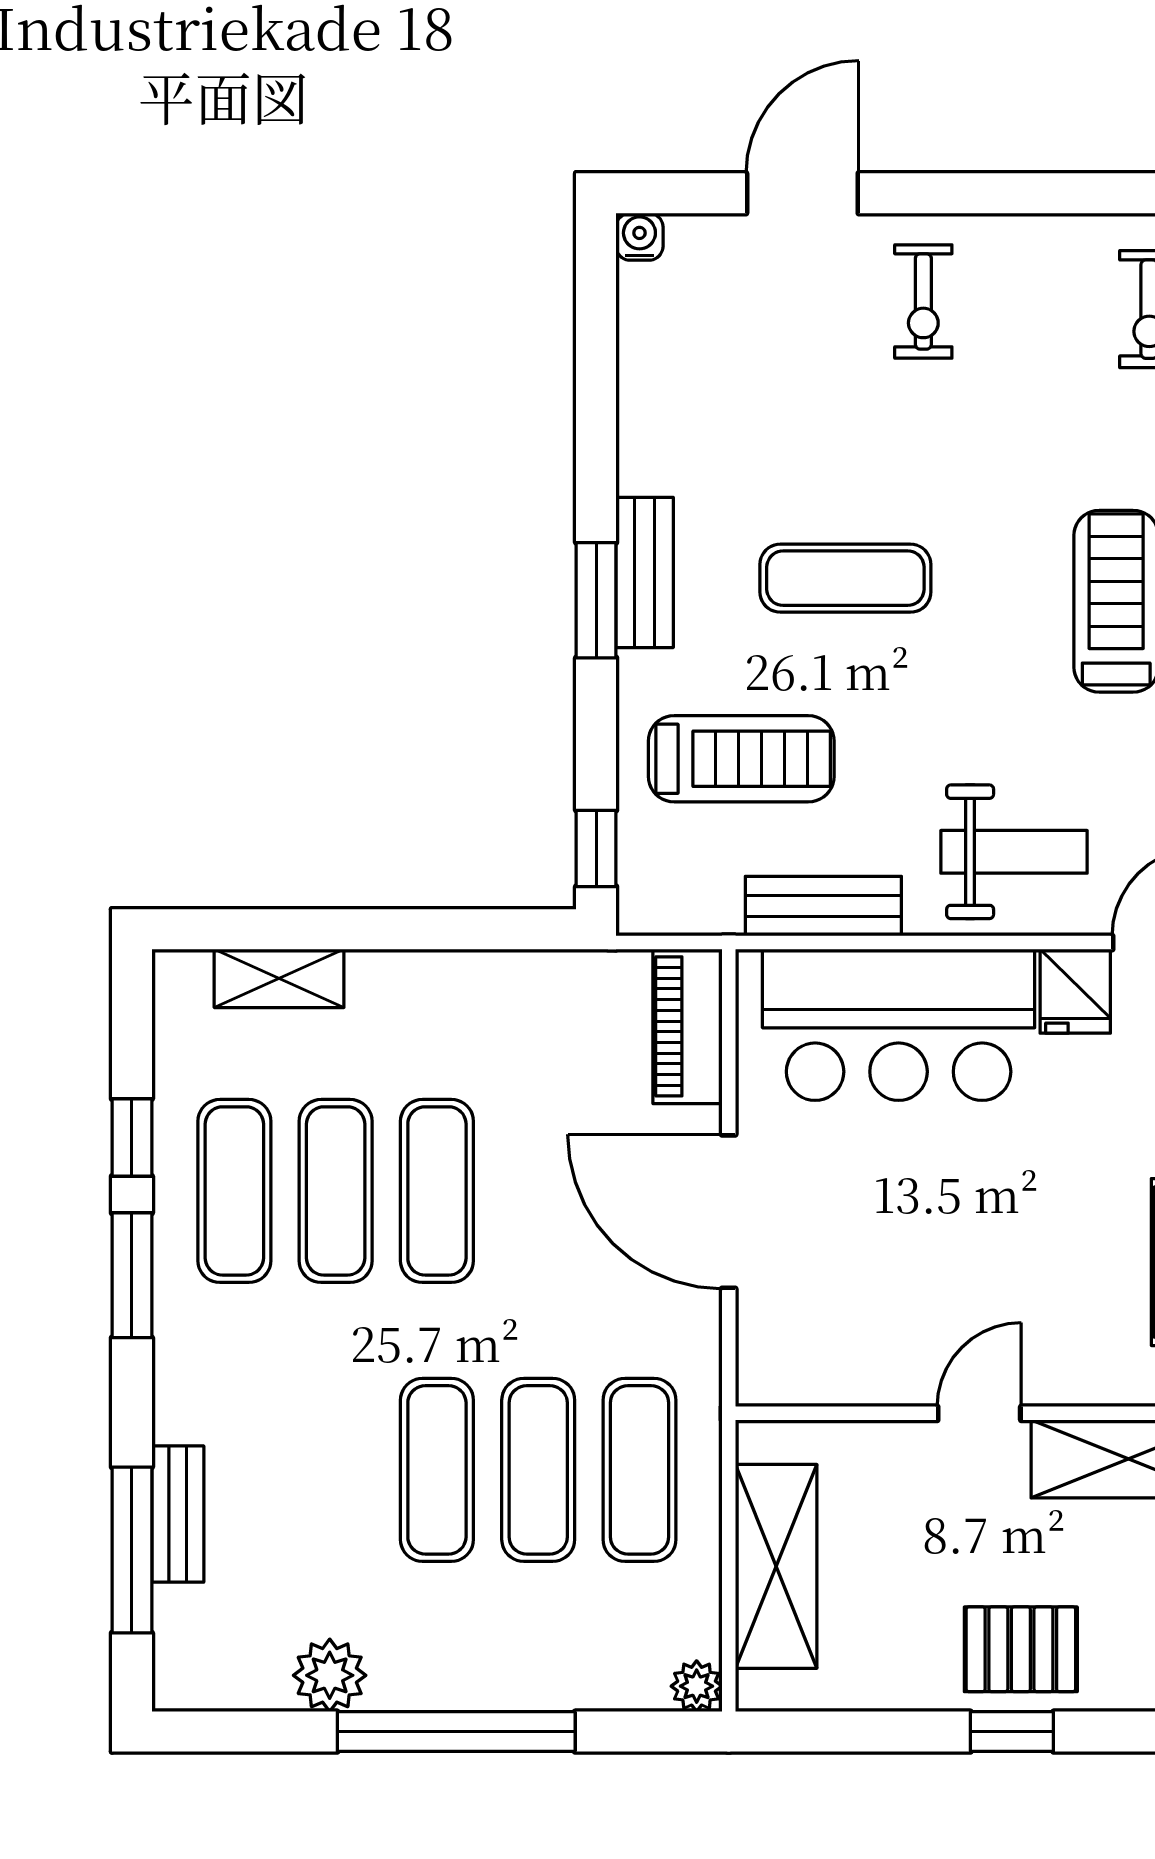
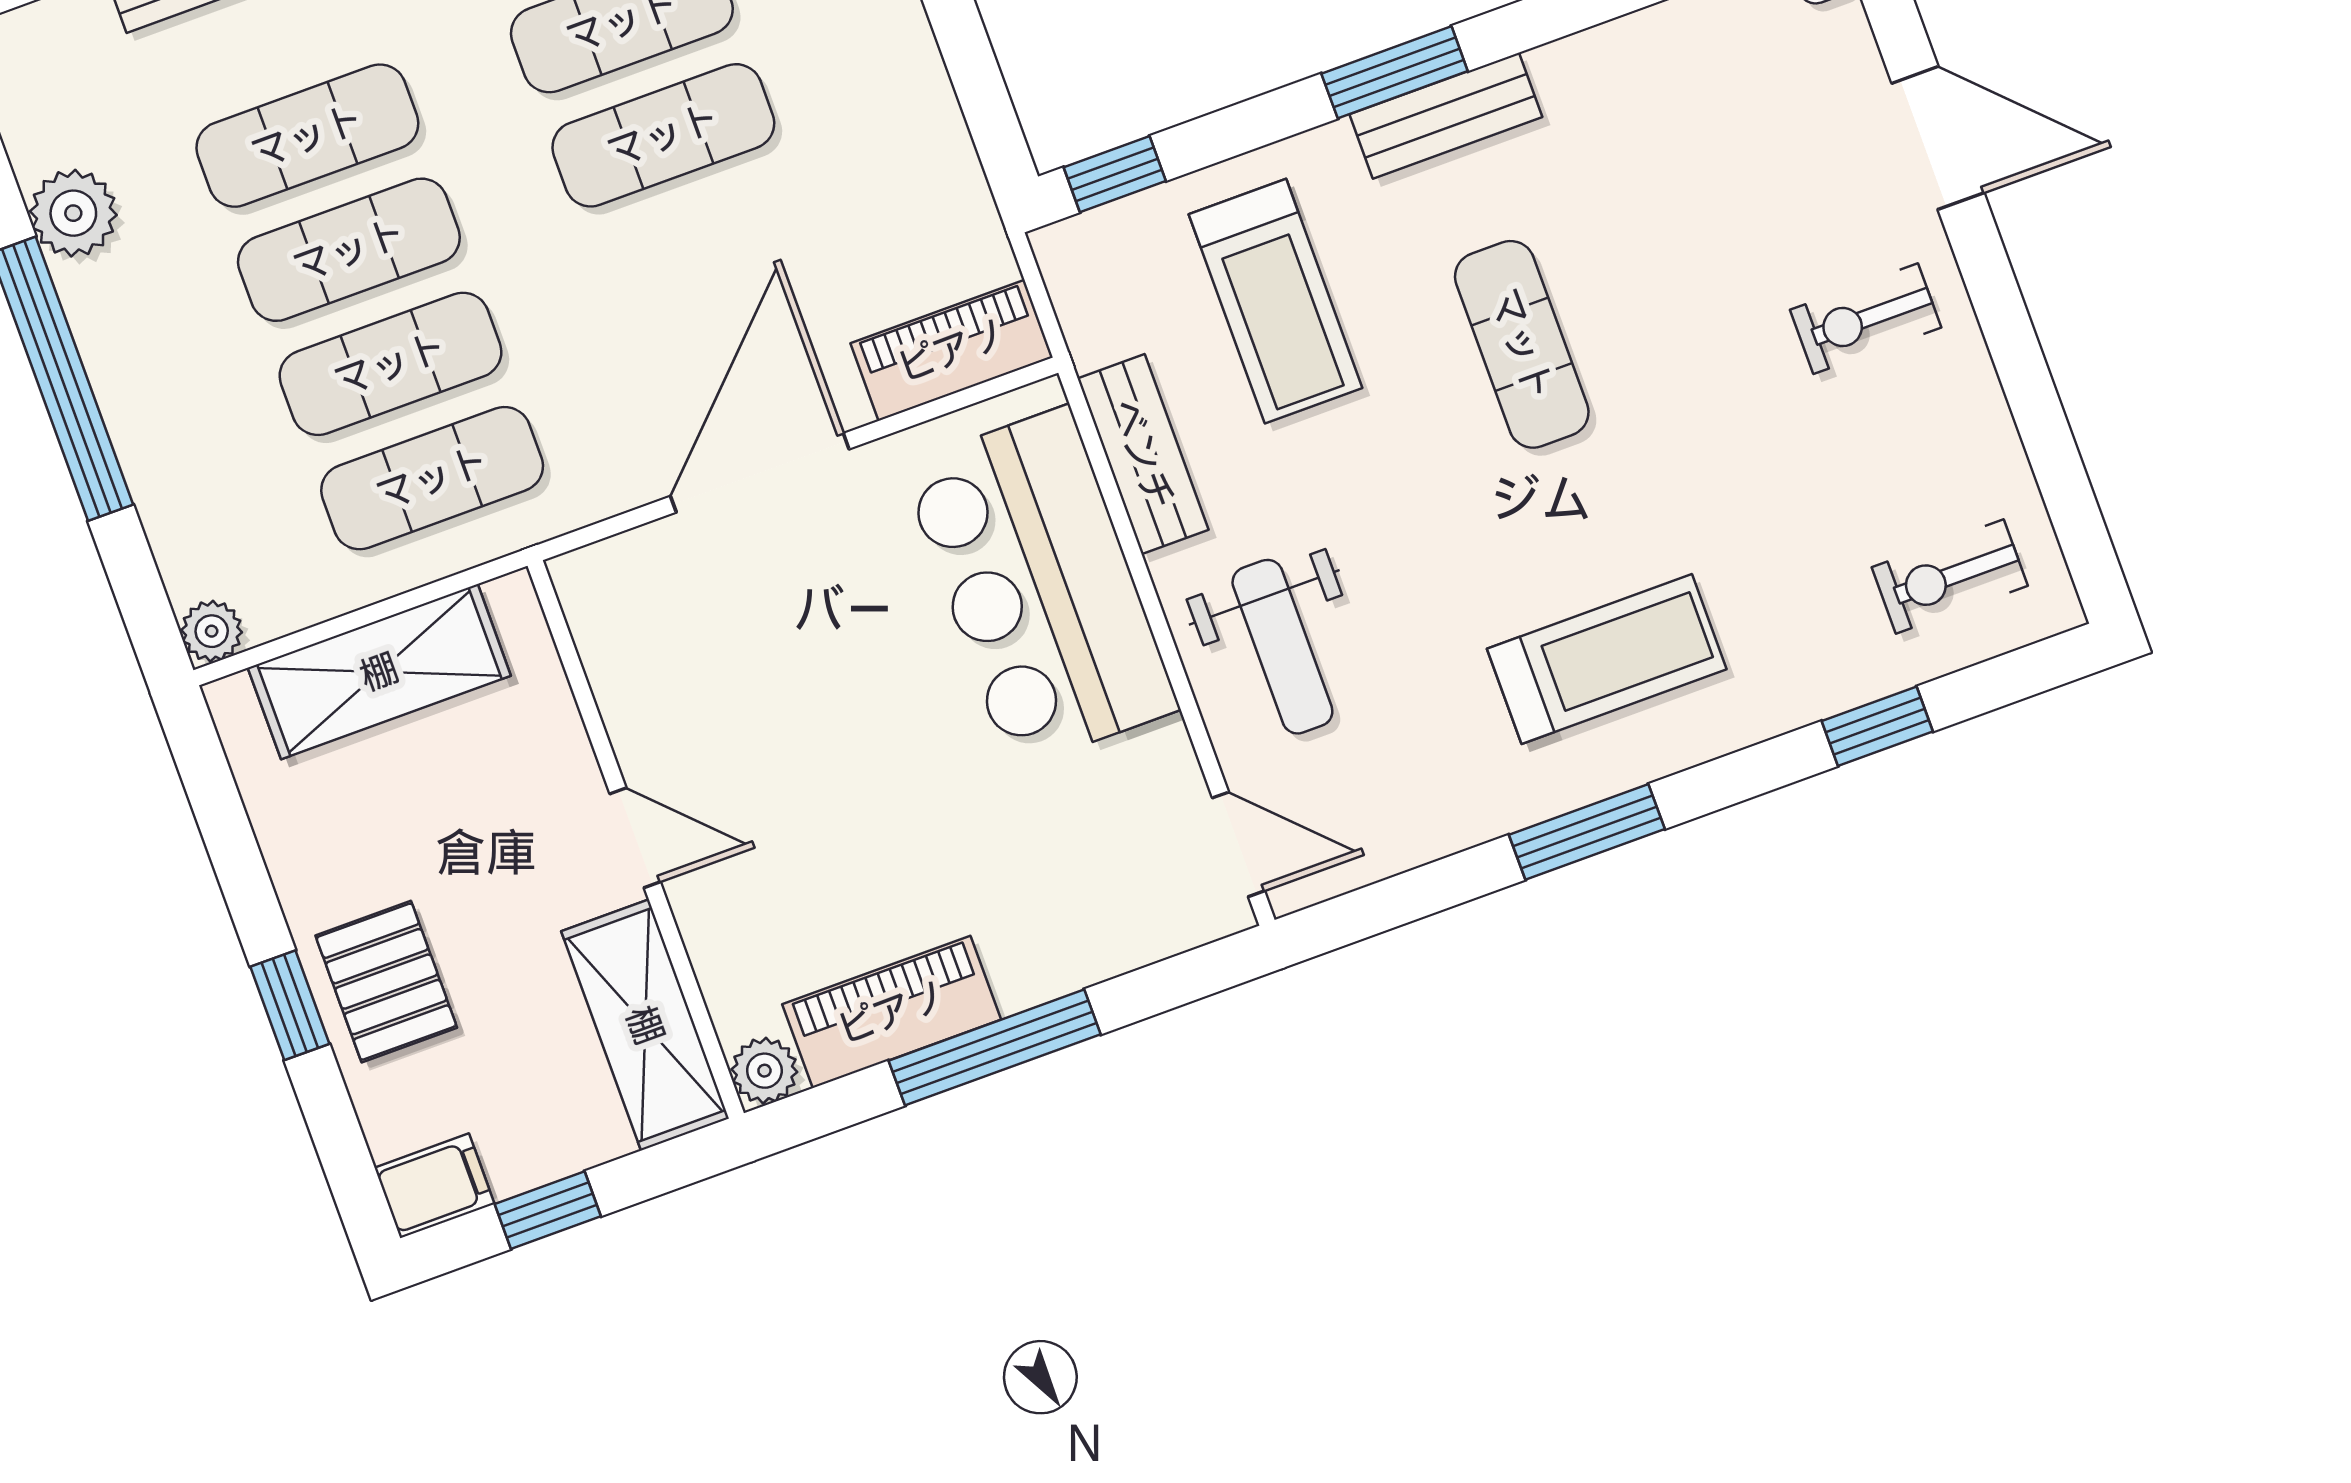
fridge: (1075, 991) -> (1150, 773), removed
exercise mat: (336, 1470) -> (307, 136), added

